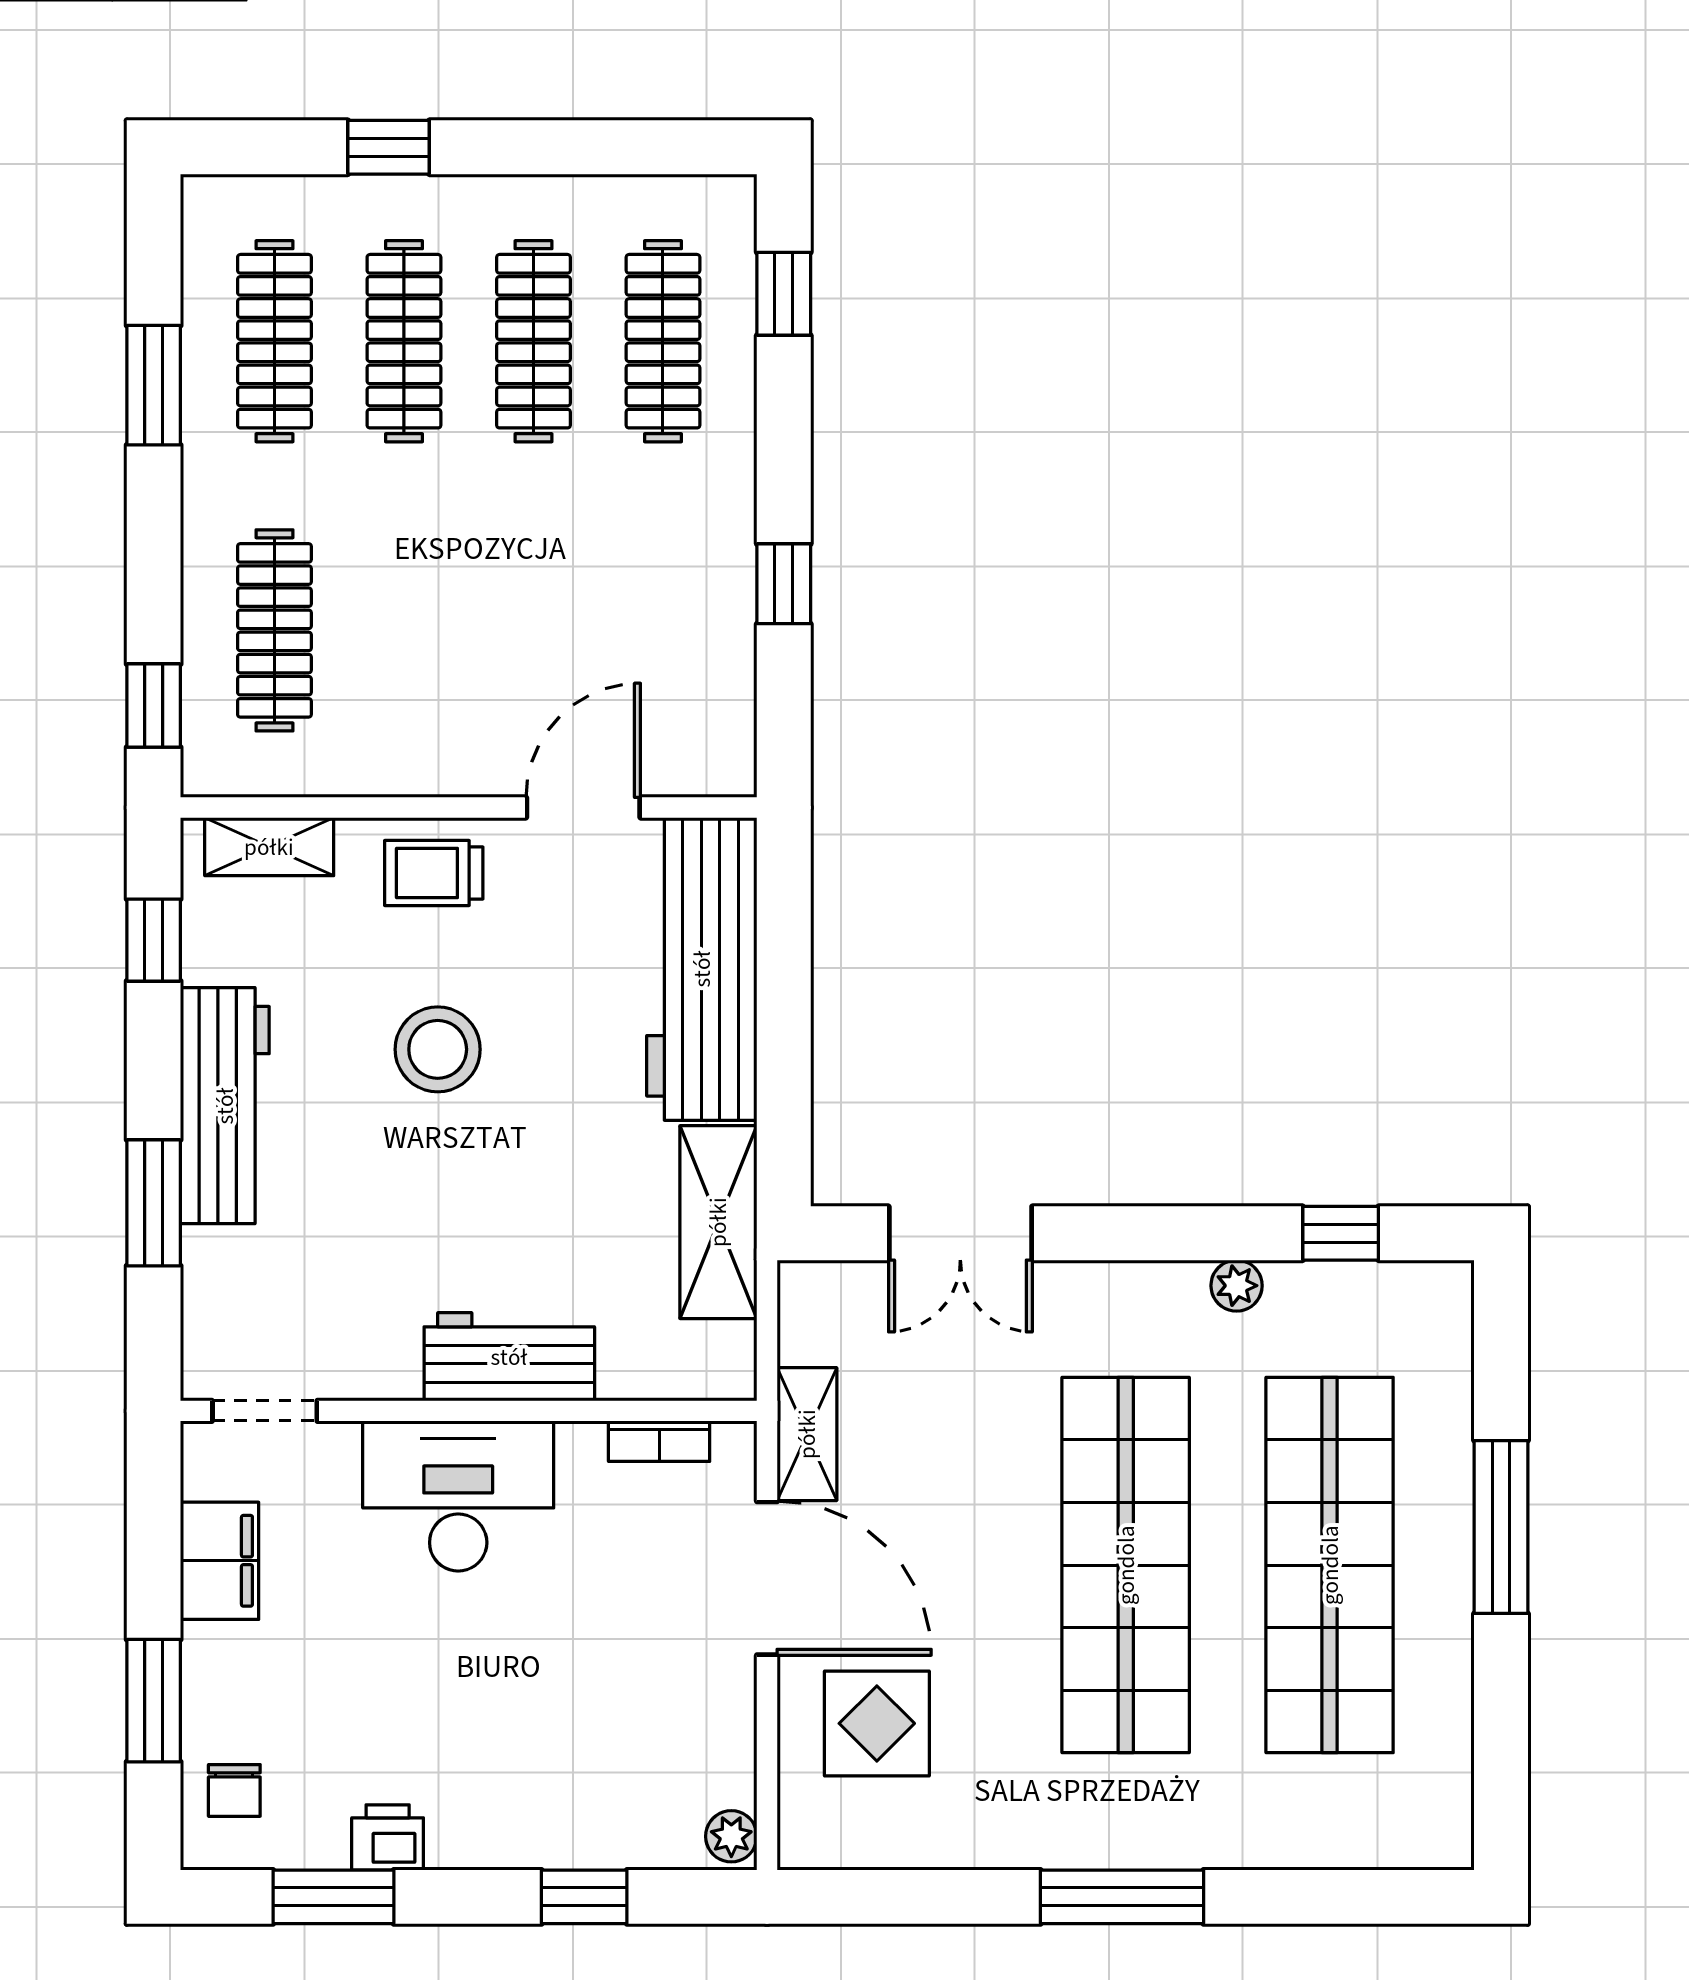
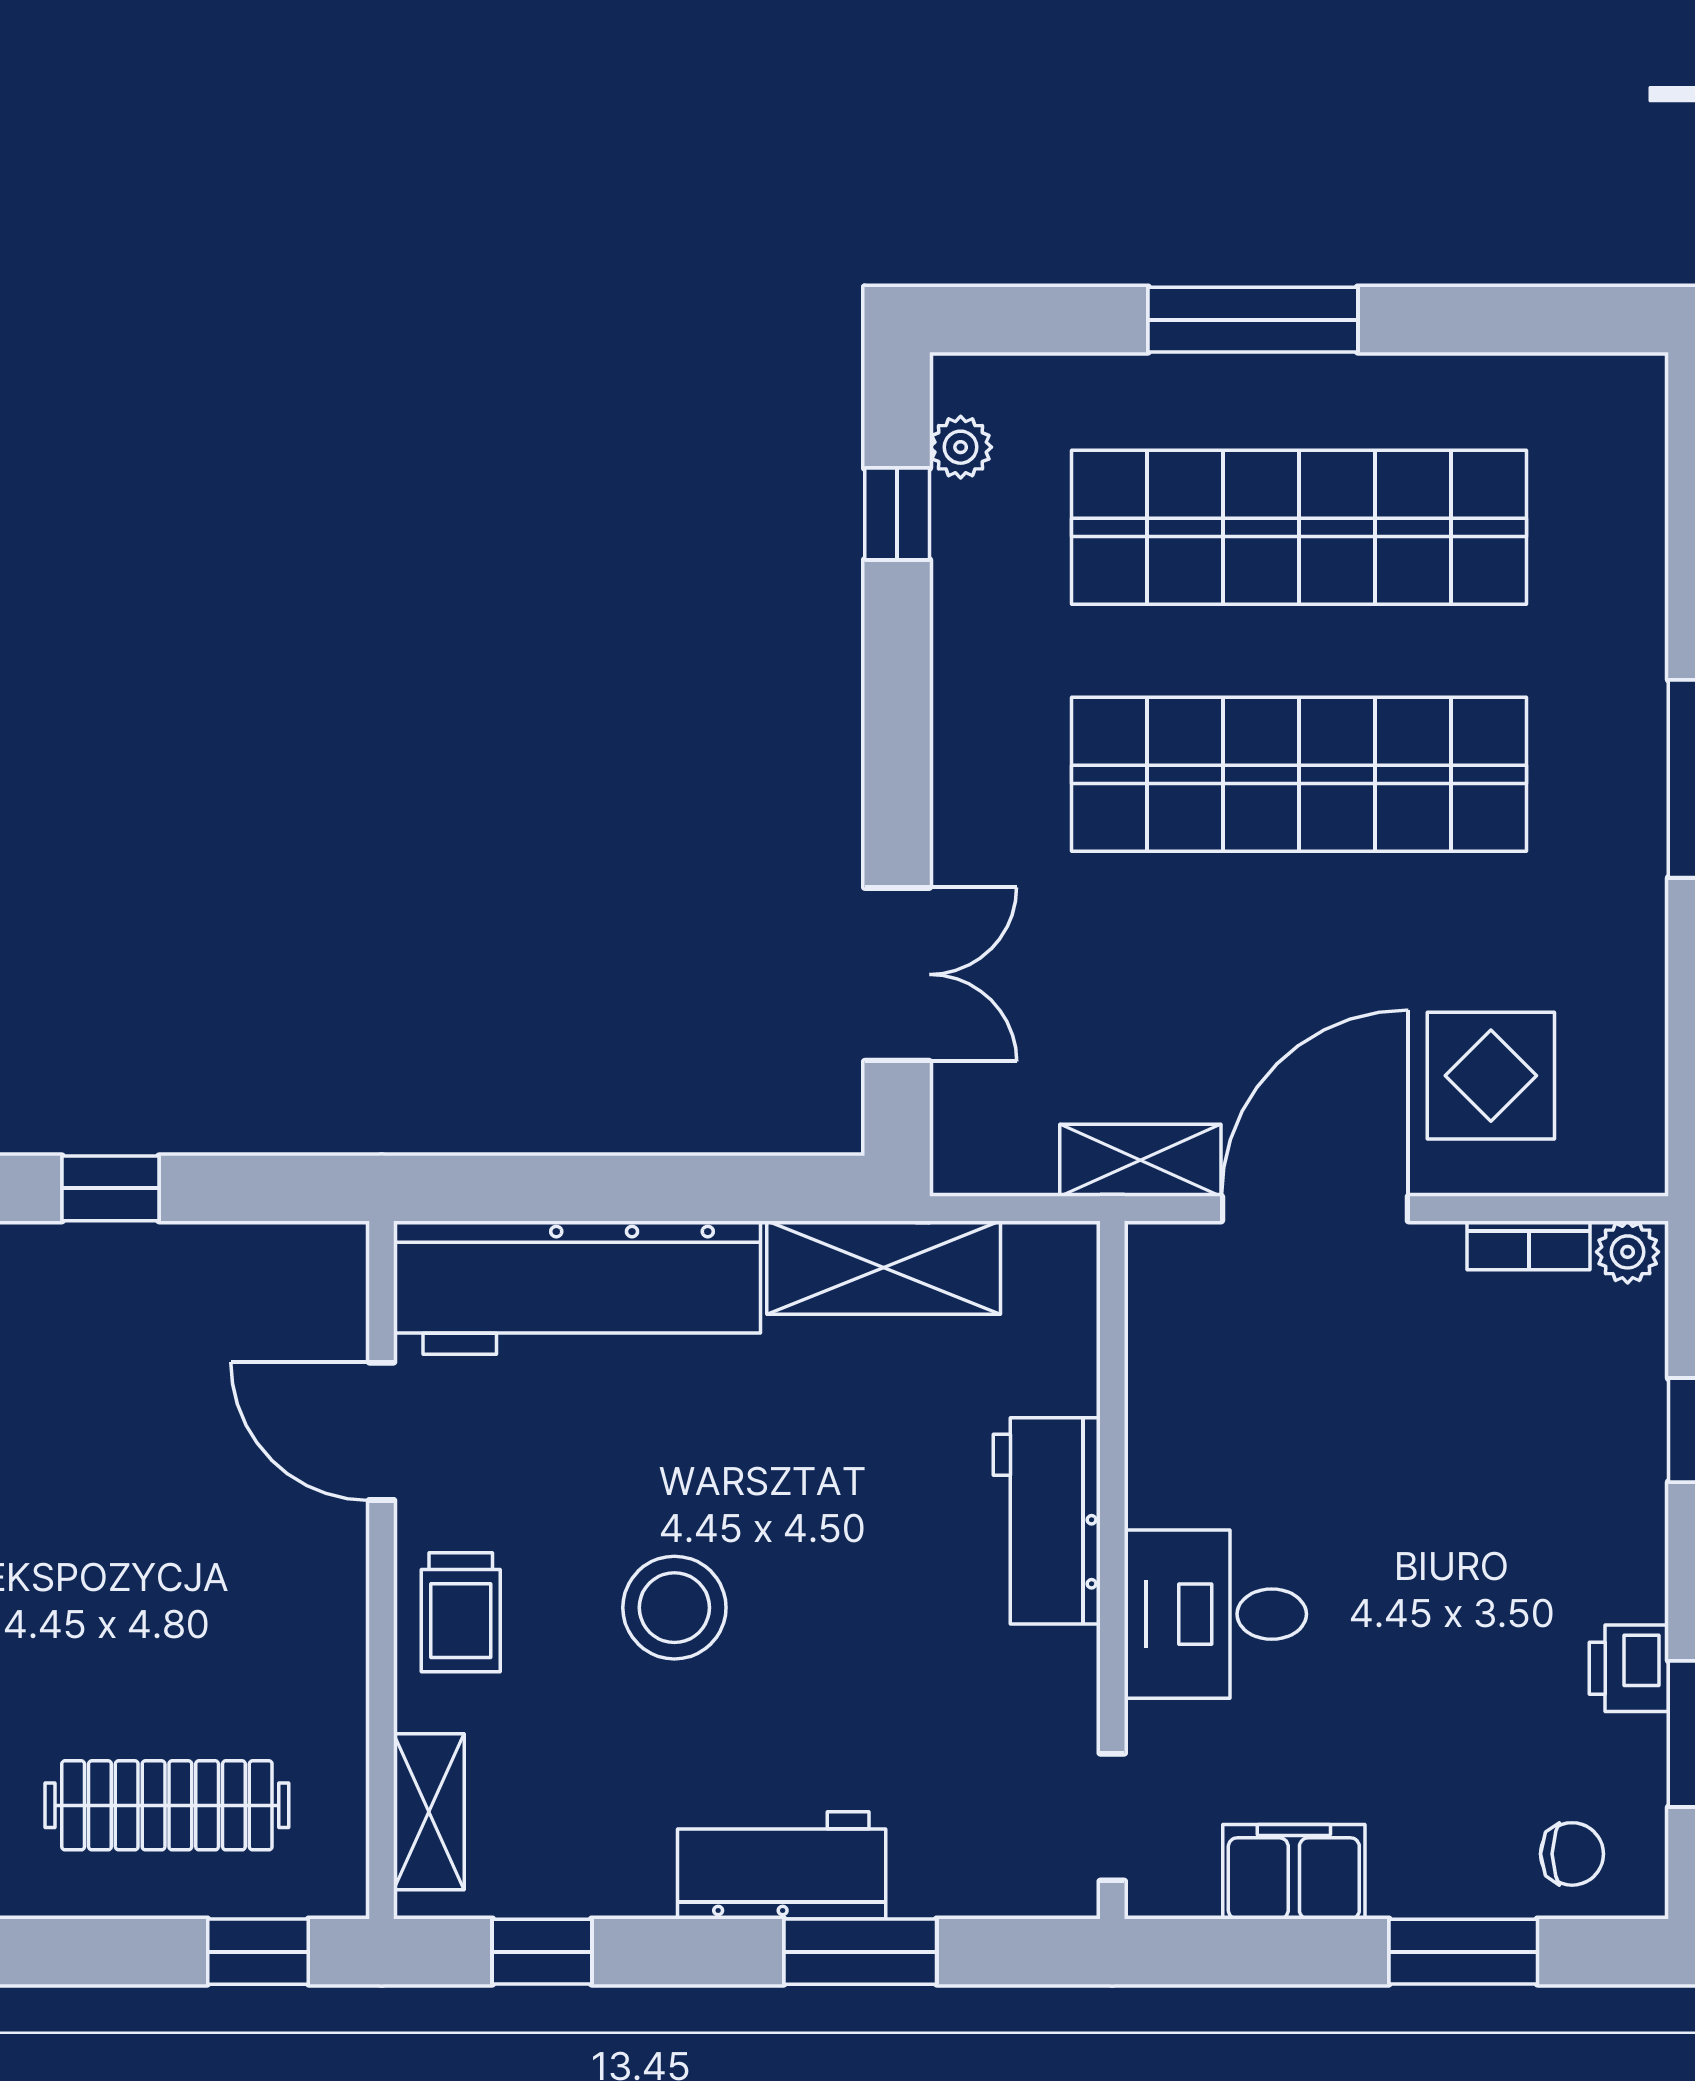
workbench: (225, 1106) -> (782, 1865), width x0.73
plant: (1237, 1286) -> (961, 447), moved
bookcase: (659, 1441) -> (1529, 1245), moved, turned 90
desk: (458, 1496) -> (1215, 1614), width x0.73

